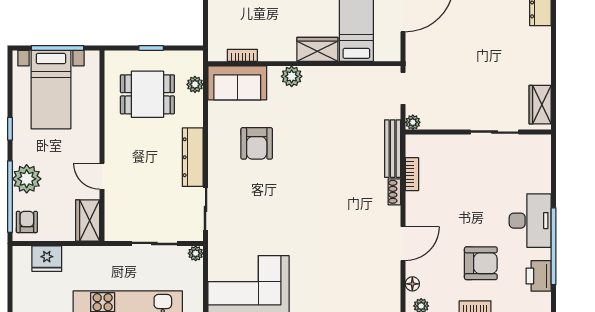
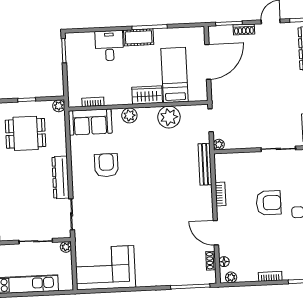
plant: (346, 81) -> (169, 117), added
plant: (195, 84) -> (59, 106), moved
armchair: (257, 143) -> (106, 165), turned 180
bookcase: (412, 174) -> (220, 194), moved
shoe rack: (394, 192) -> (211, 261), moved
door: (403, 244) -> (216, 233), swing flipped
armchair: (481, 263) -> (269, 203), moved

